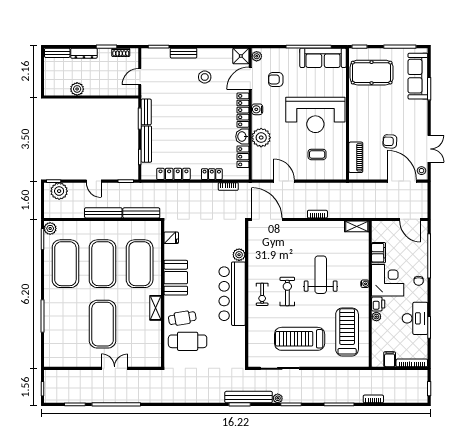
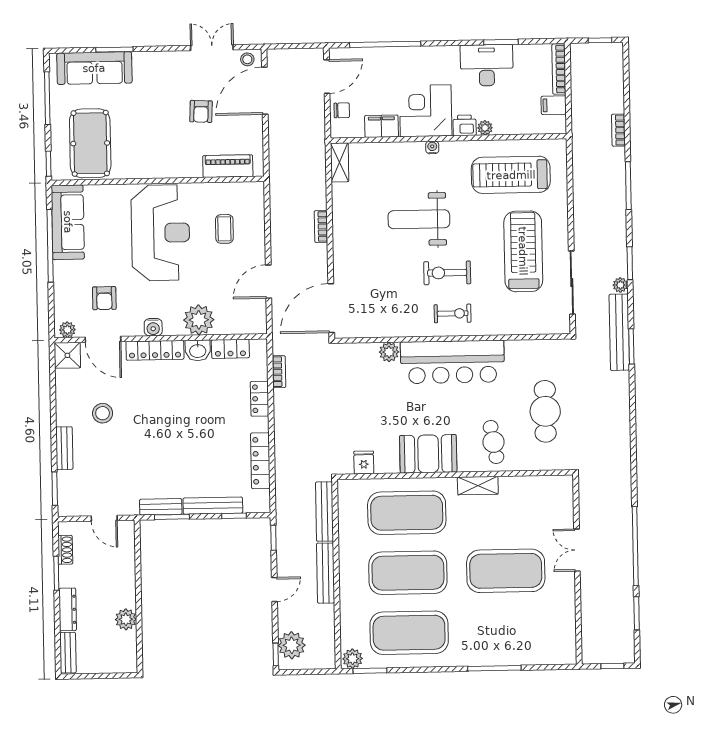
chair: (419, 281) -> (342, 110), moved
treadmill: (300, 339) -> (523, 251), turned 180
cafe table: (188, 341) -> (545, 411), moved

